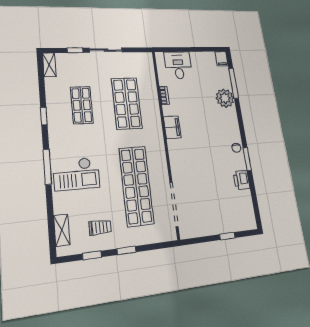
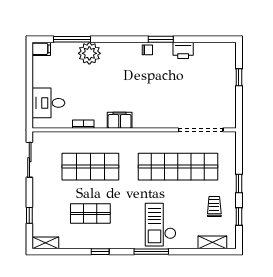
sliding door: (106, 50) -> (29, 160), moved
checkout: (76, 174) -> (161, 225), turned 180

